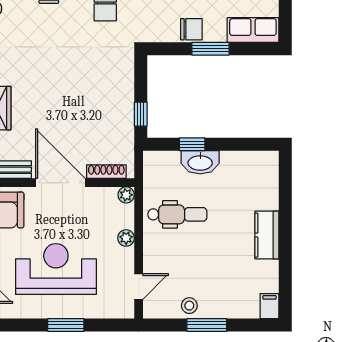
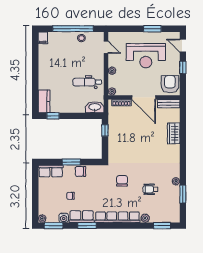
window: (192, 144) -> (53, 116), moved
washbasin: (200, 162) -> (95, 107), moved
kitchen counter: (267, 235) -> (44, 101), moved
door: (139, 287) -> (106, 47), swing flipped
window: (66, 325) -> (152, 29), moved
window: (207, 325) -> (73, 29), width x2.11

